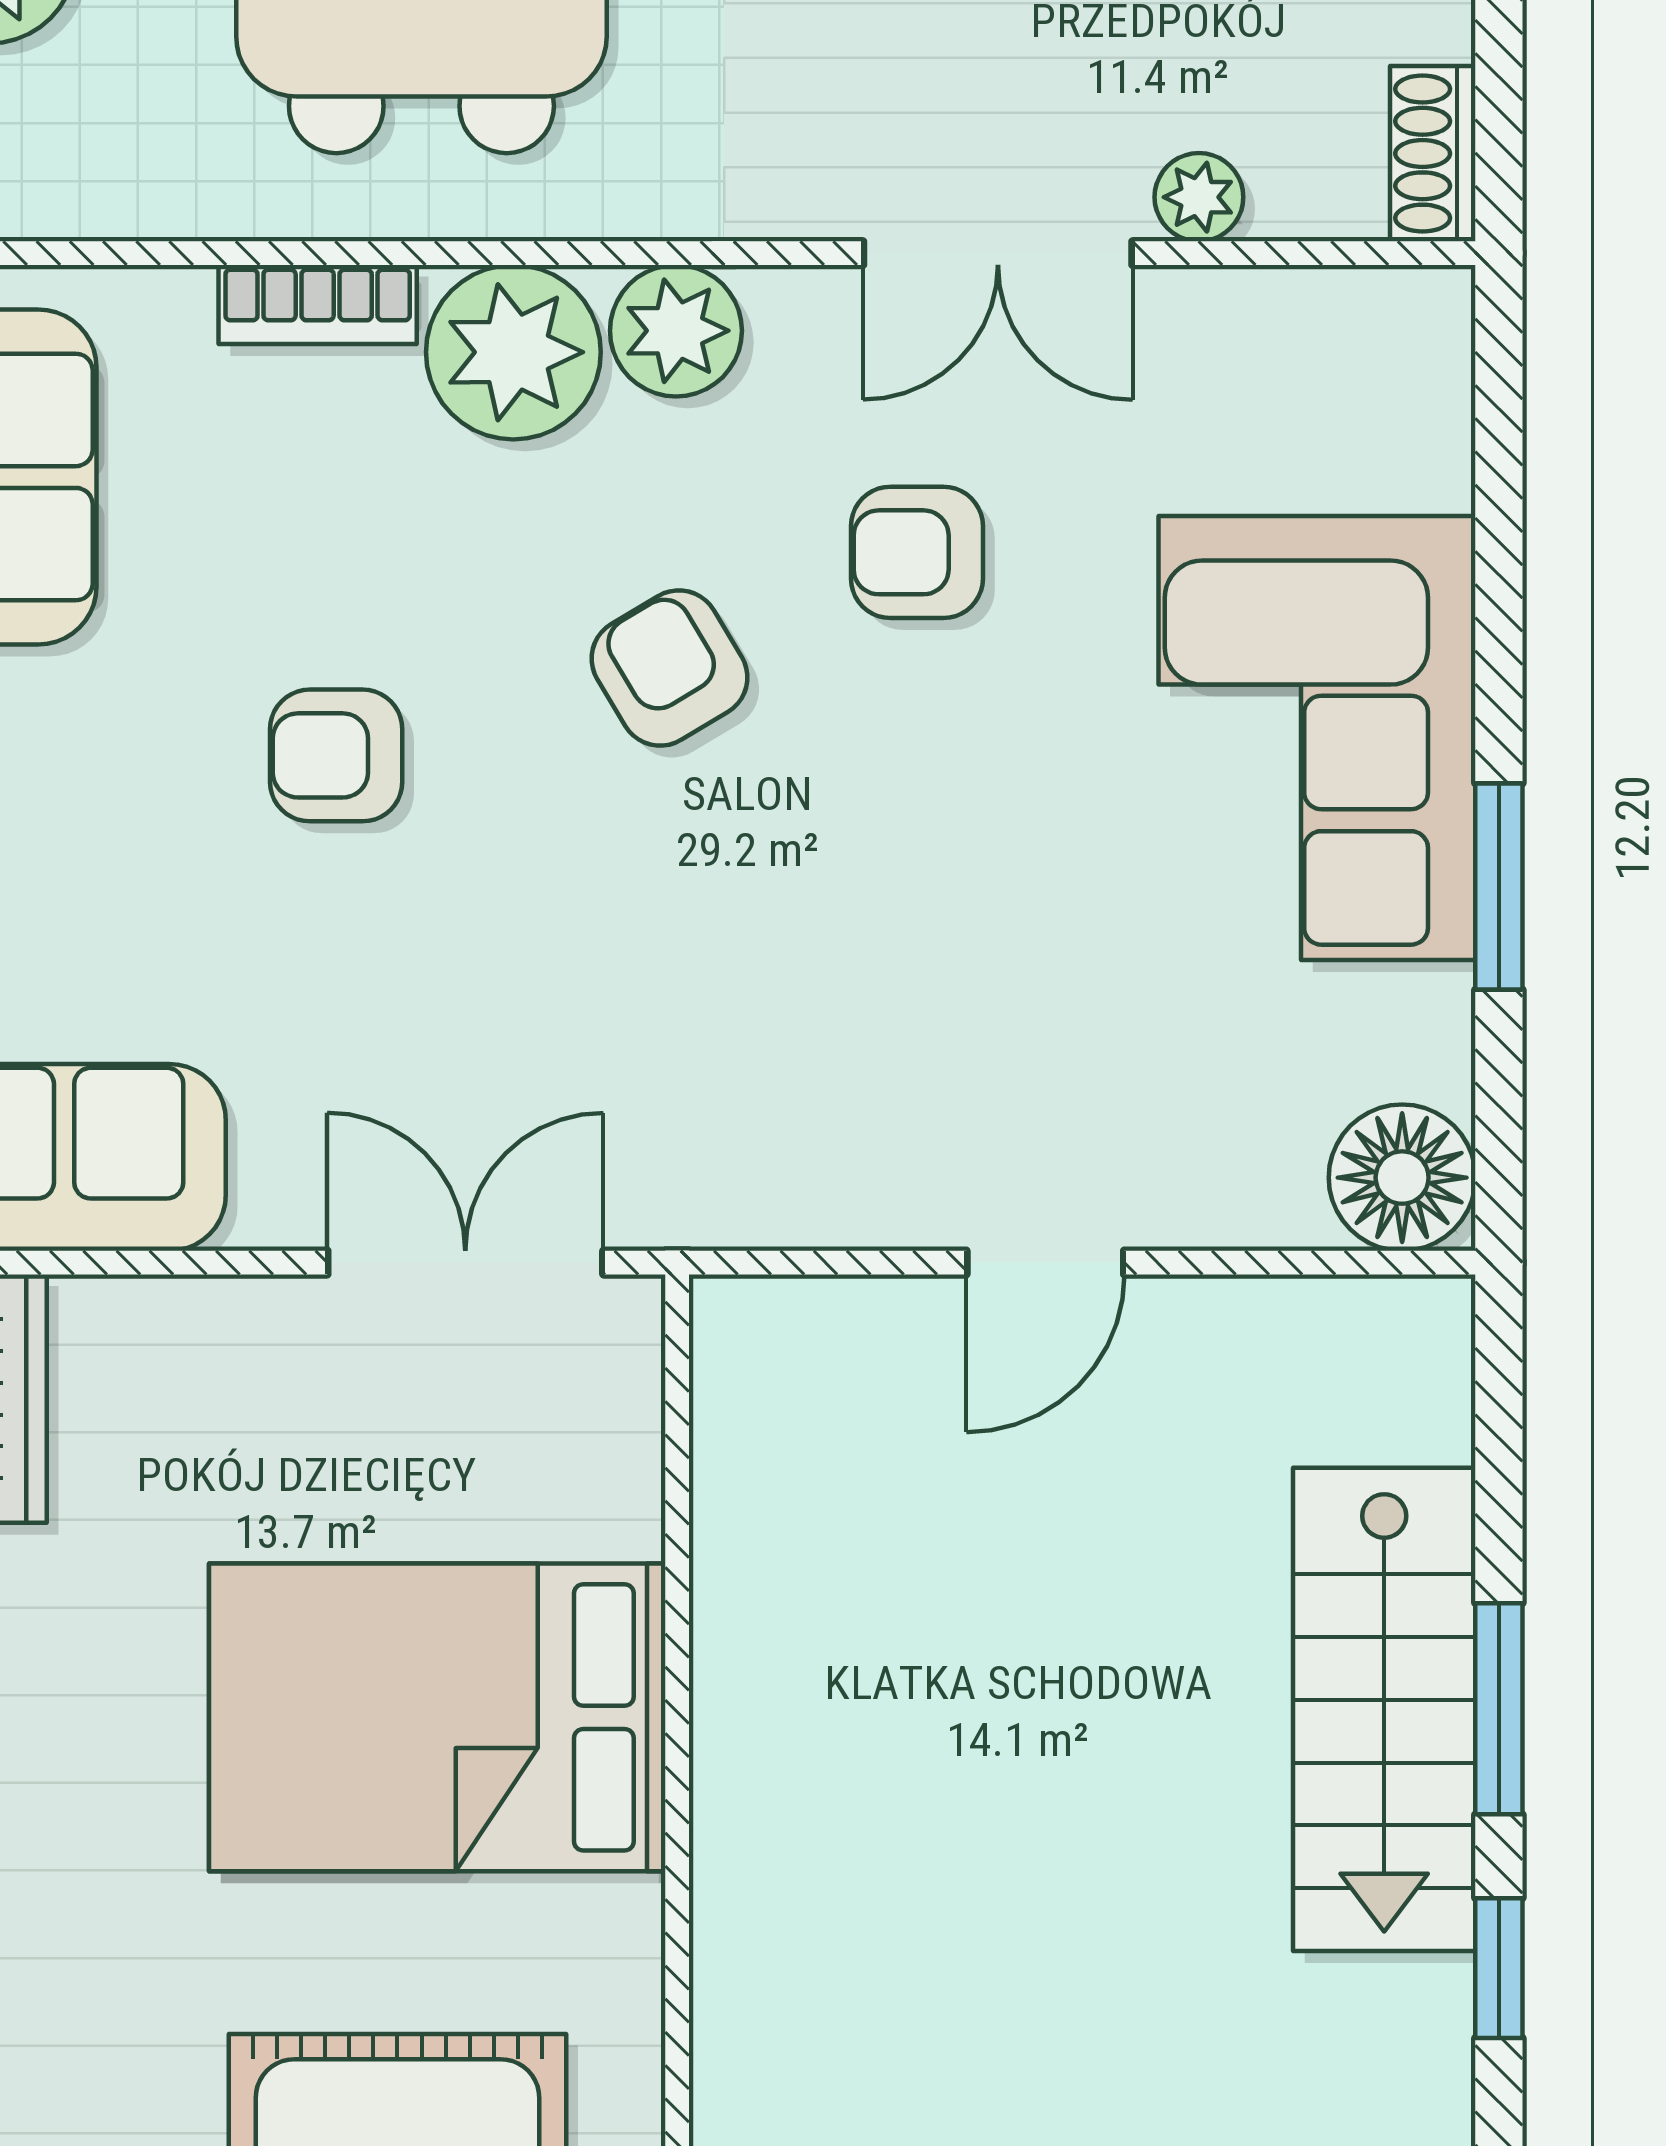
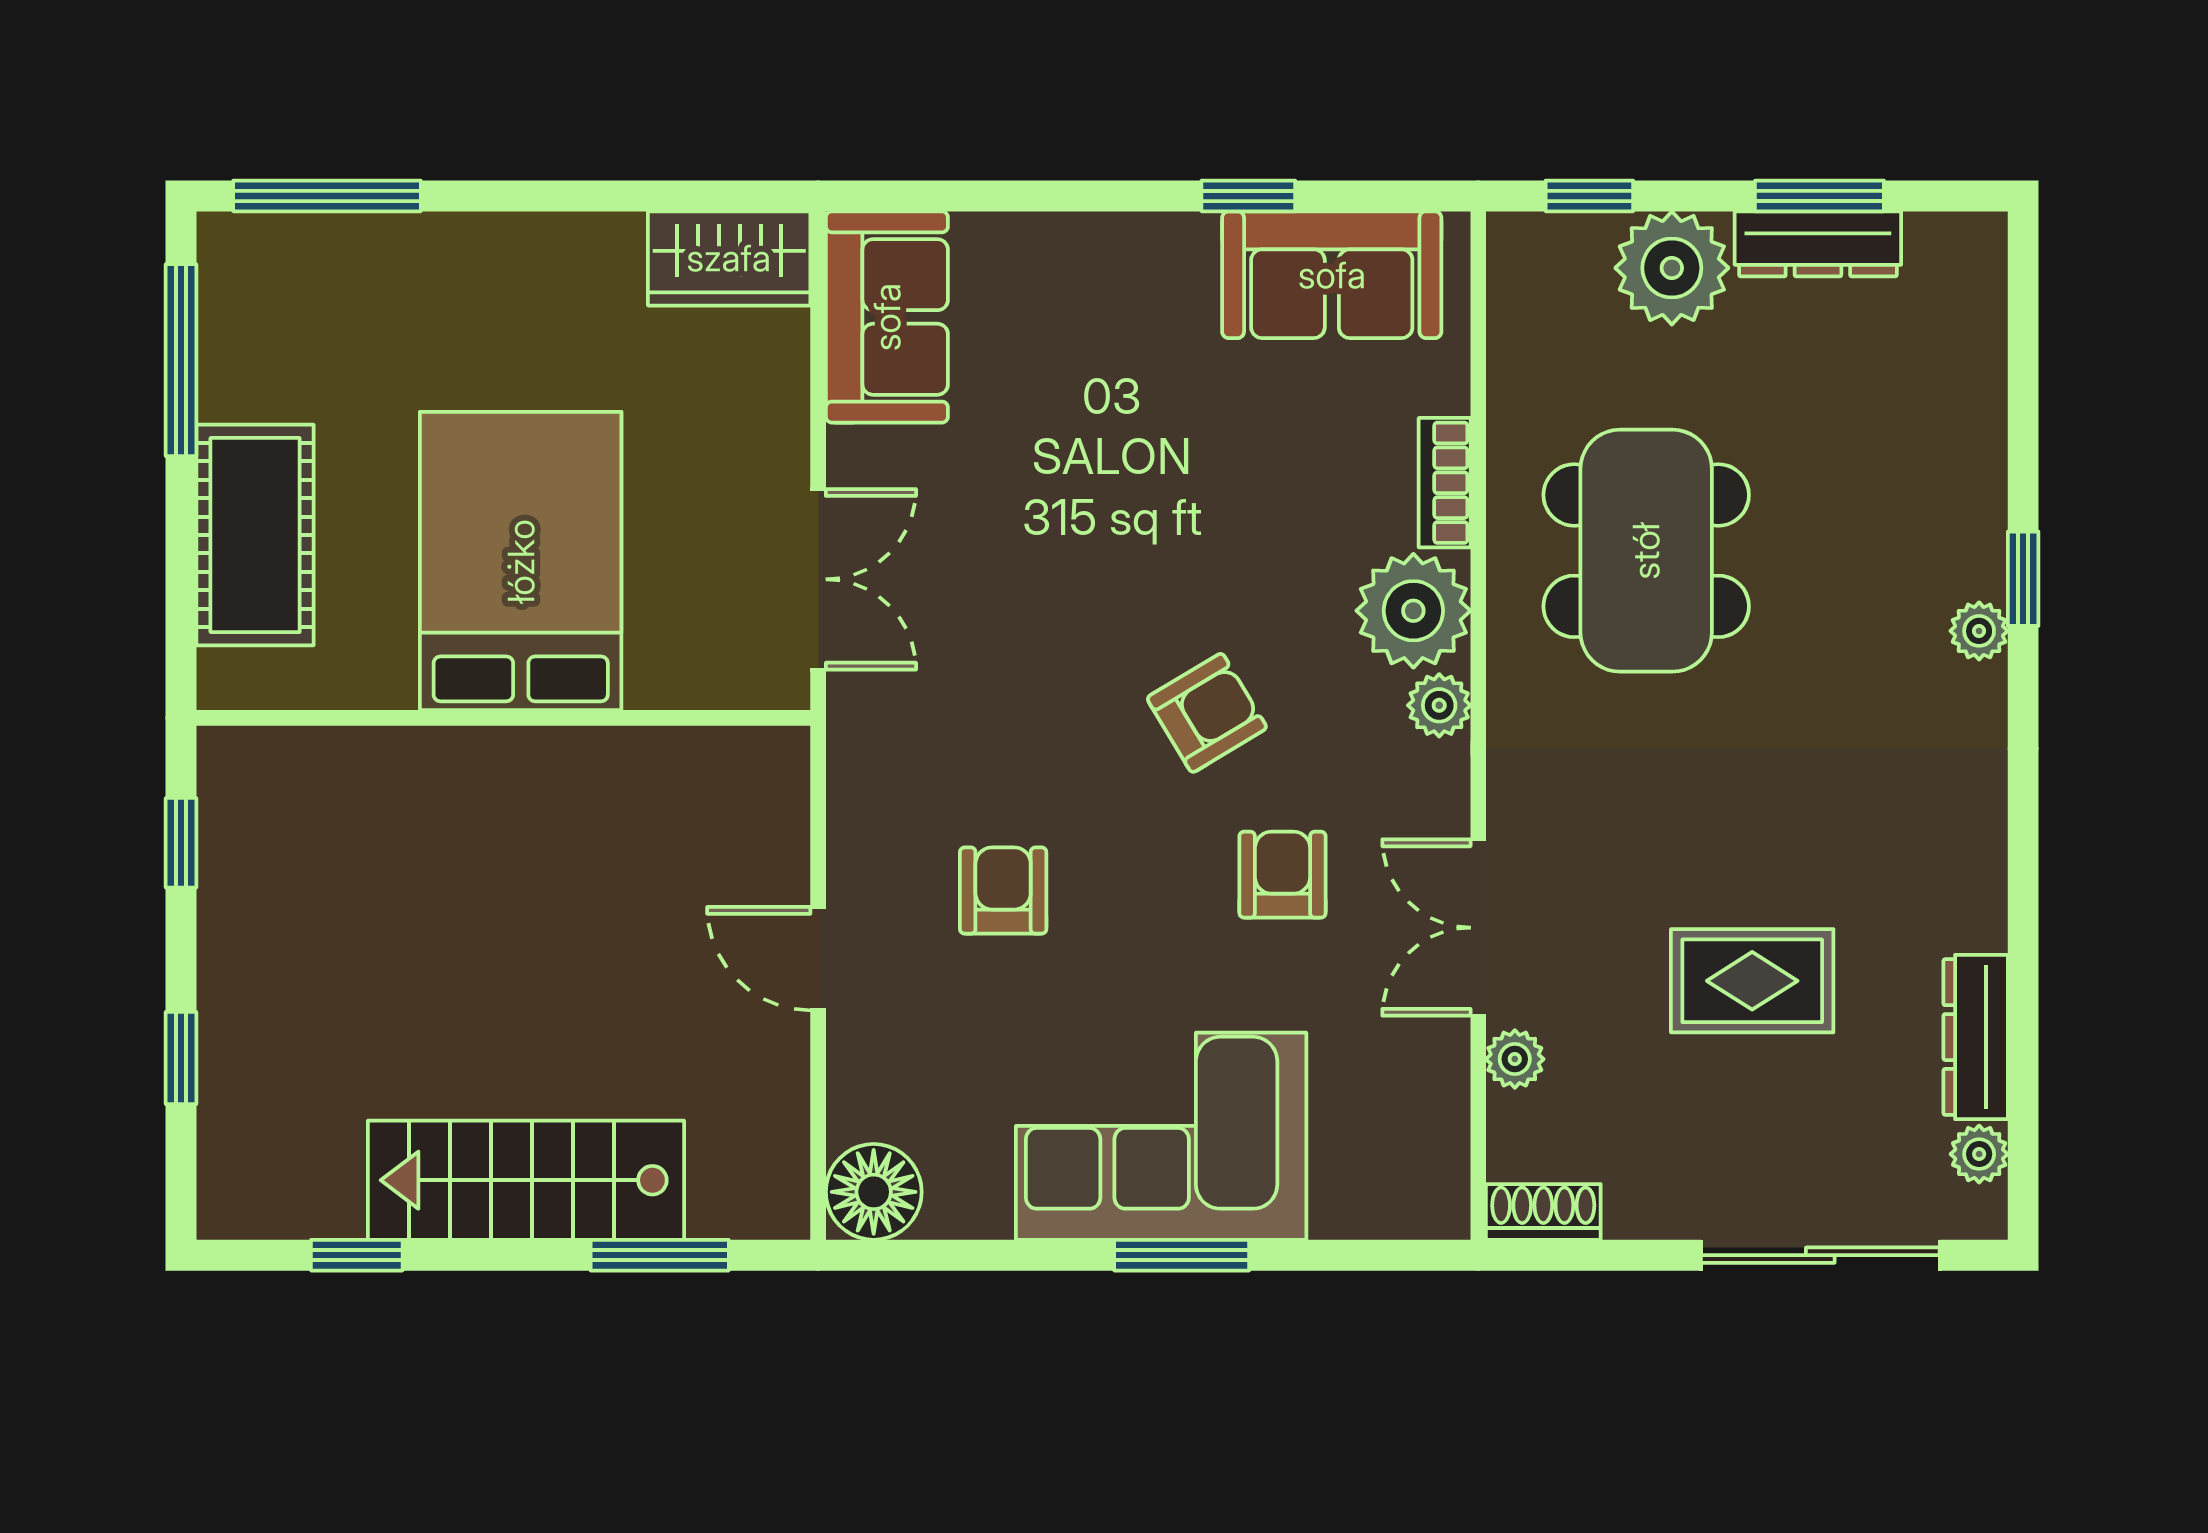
plant: (676, 331) -> (1439, 705), width x0.73, depth x0.73
armchair: (336, 755) -> (1003, 891), moved
window: (1499, 887) -> (1182, 1255), moved
window: (1499, 1709) -> (660, 1255), moved

